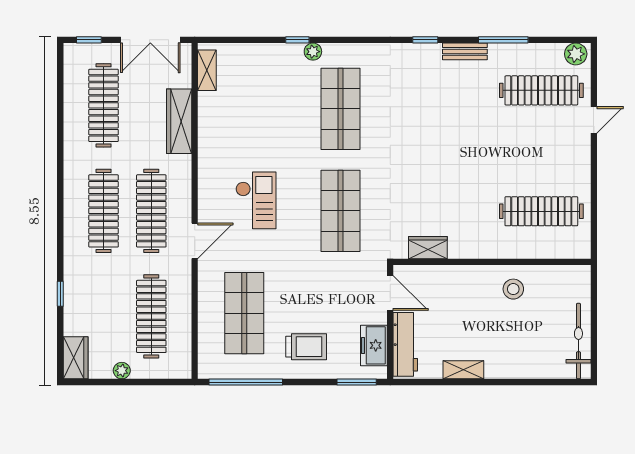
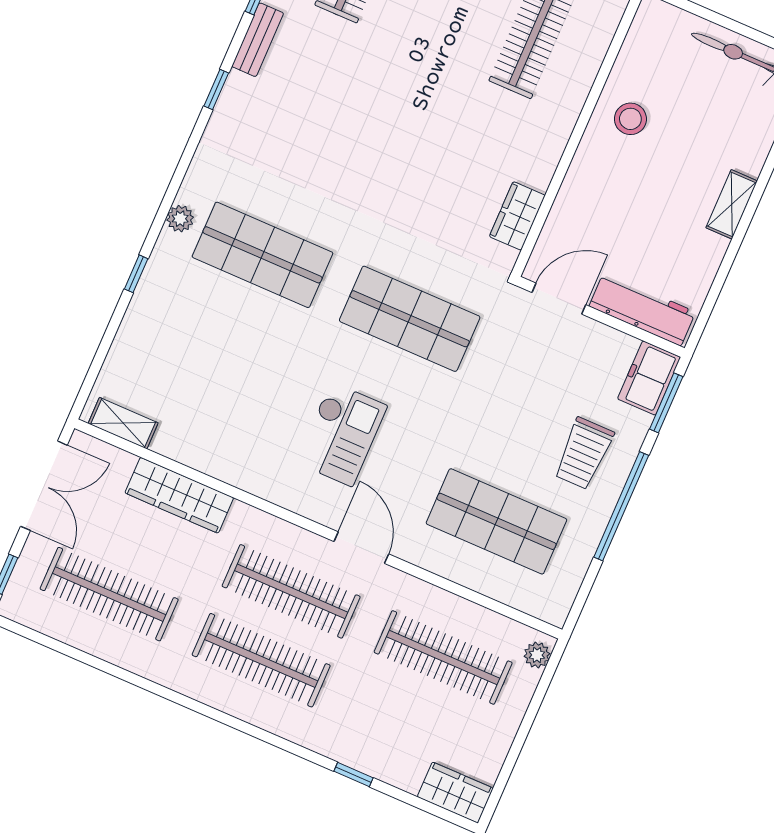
plant: (313, 52) -> (180, 219), moved
checkout: (256, 200) -> (341, 434), turned 90
freezer: (374, 345) -> (649, 378), moved, turned 90
trolley: (306, 347) -> (584, 453), turned 180
shelving: (463, 370) -> (732, 204), moved
plant: (122, 371) -> (537, 655), moved
window: (246, 382) -> (621, 506), moved

